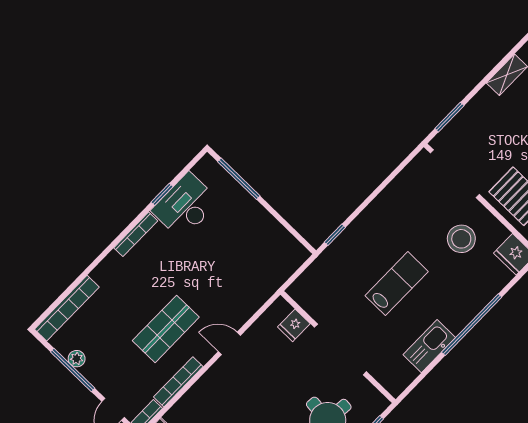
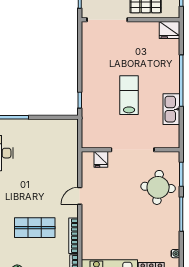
stool: (461, 239) -> (139, 46), removed
shop shelf: (166, 329) -> (35, 228), moved, turned 90

